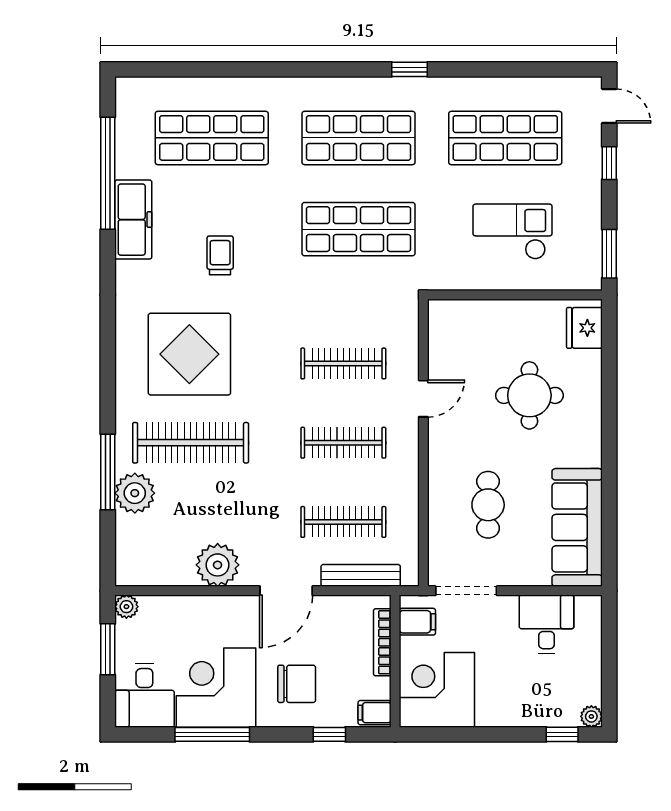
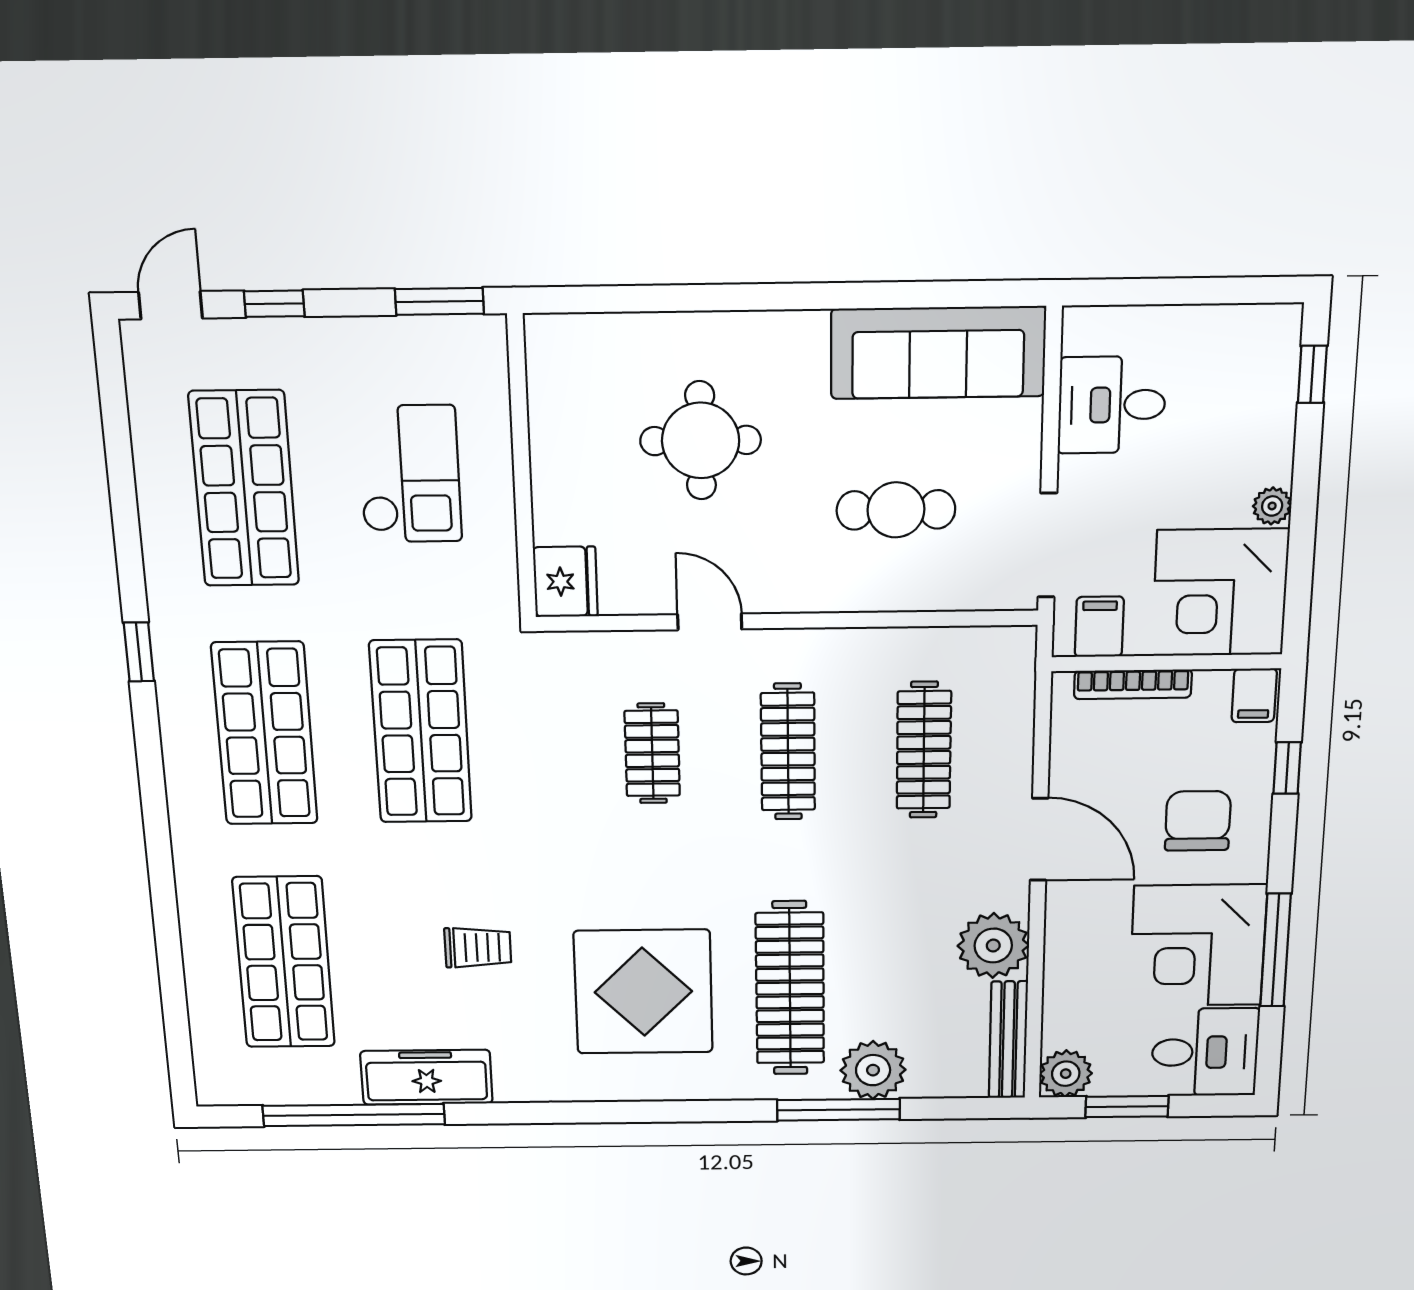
checkout: (512, 232) -> (409, 474), turned 180
trolley: (220, 255) -> (478, 948), turned 180
fridge: (584, 328) -> (565, 582), moved, turned -90
clothes rail: (343, 363) -> (652, 753), width x0.73
bench: (361, 575) -> (1008, 1040), moved
plant: (126, 607) -> (1066, 1074), width x1.38, depth x1.38
plant: (591, 716) -> (1272, 506), moved

